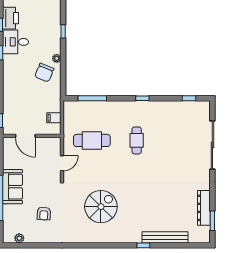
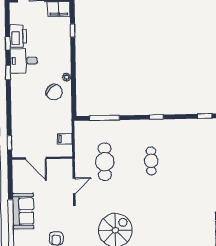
window: (63, 31) -> (73, 30), moved
chair: (44, 73) -> (54, 92), turned -67
cafe table: (92, 140) -> (105, 162), turned 90

